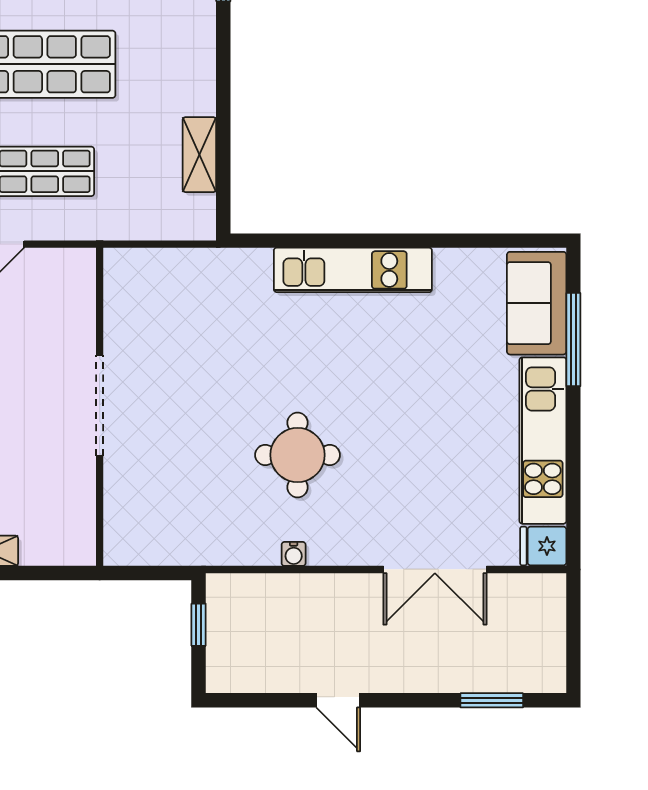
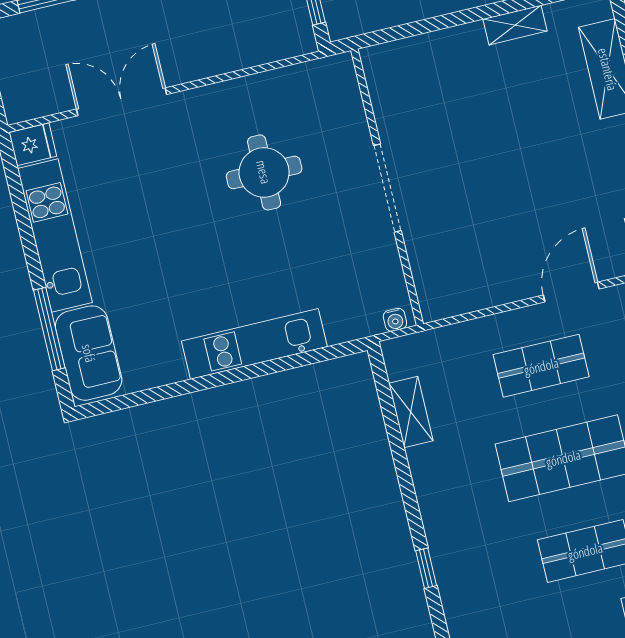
doorway: (100, 406) -> (387, 188), moved
wall: (100, 407) -> (387, 187), moved
water cooler: (294, 554) -> (395, 320), moved, turned 180

